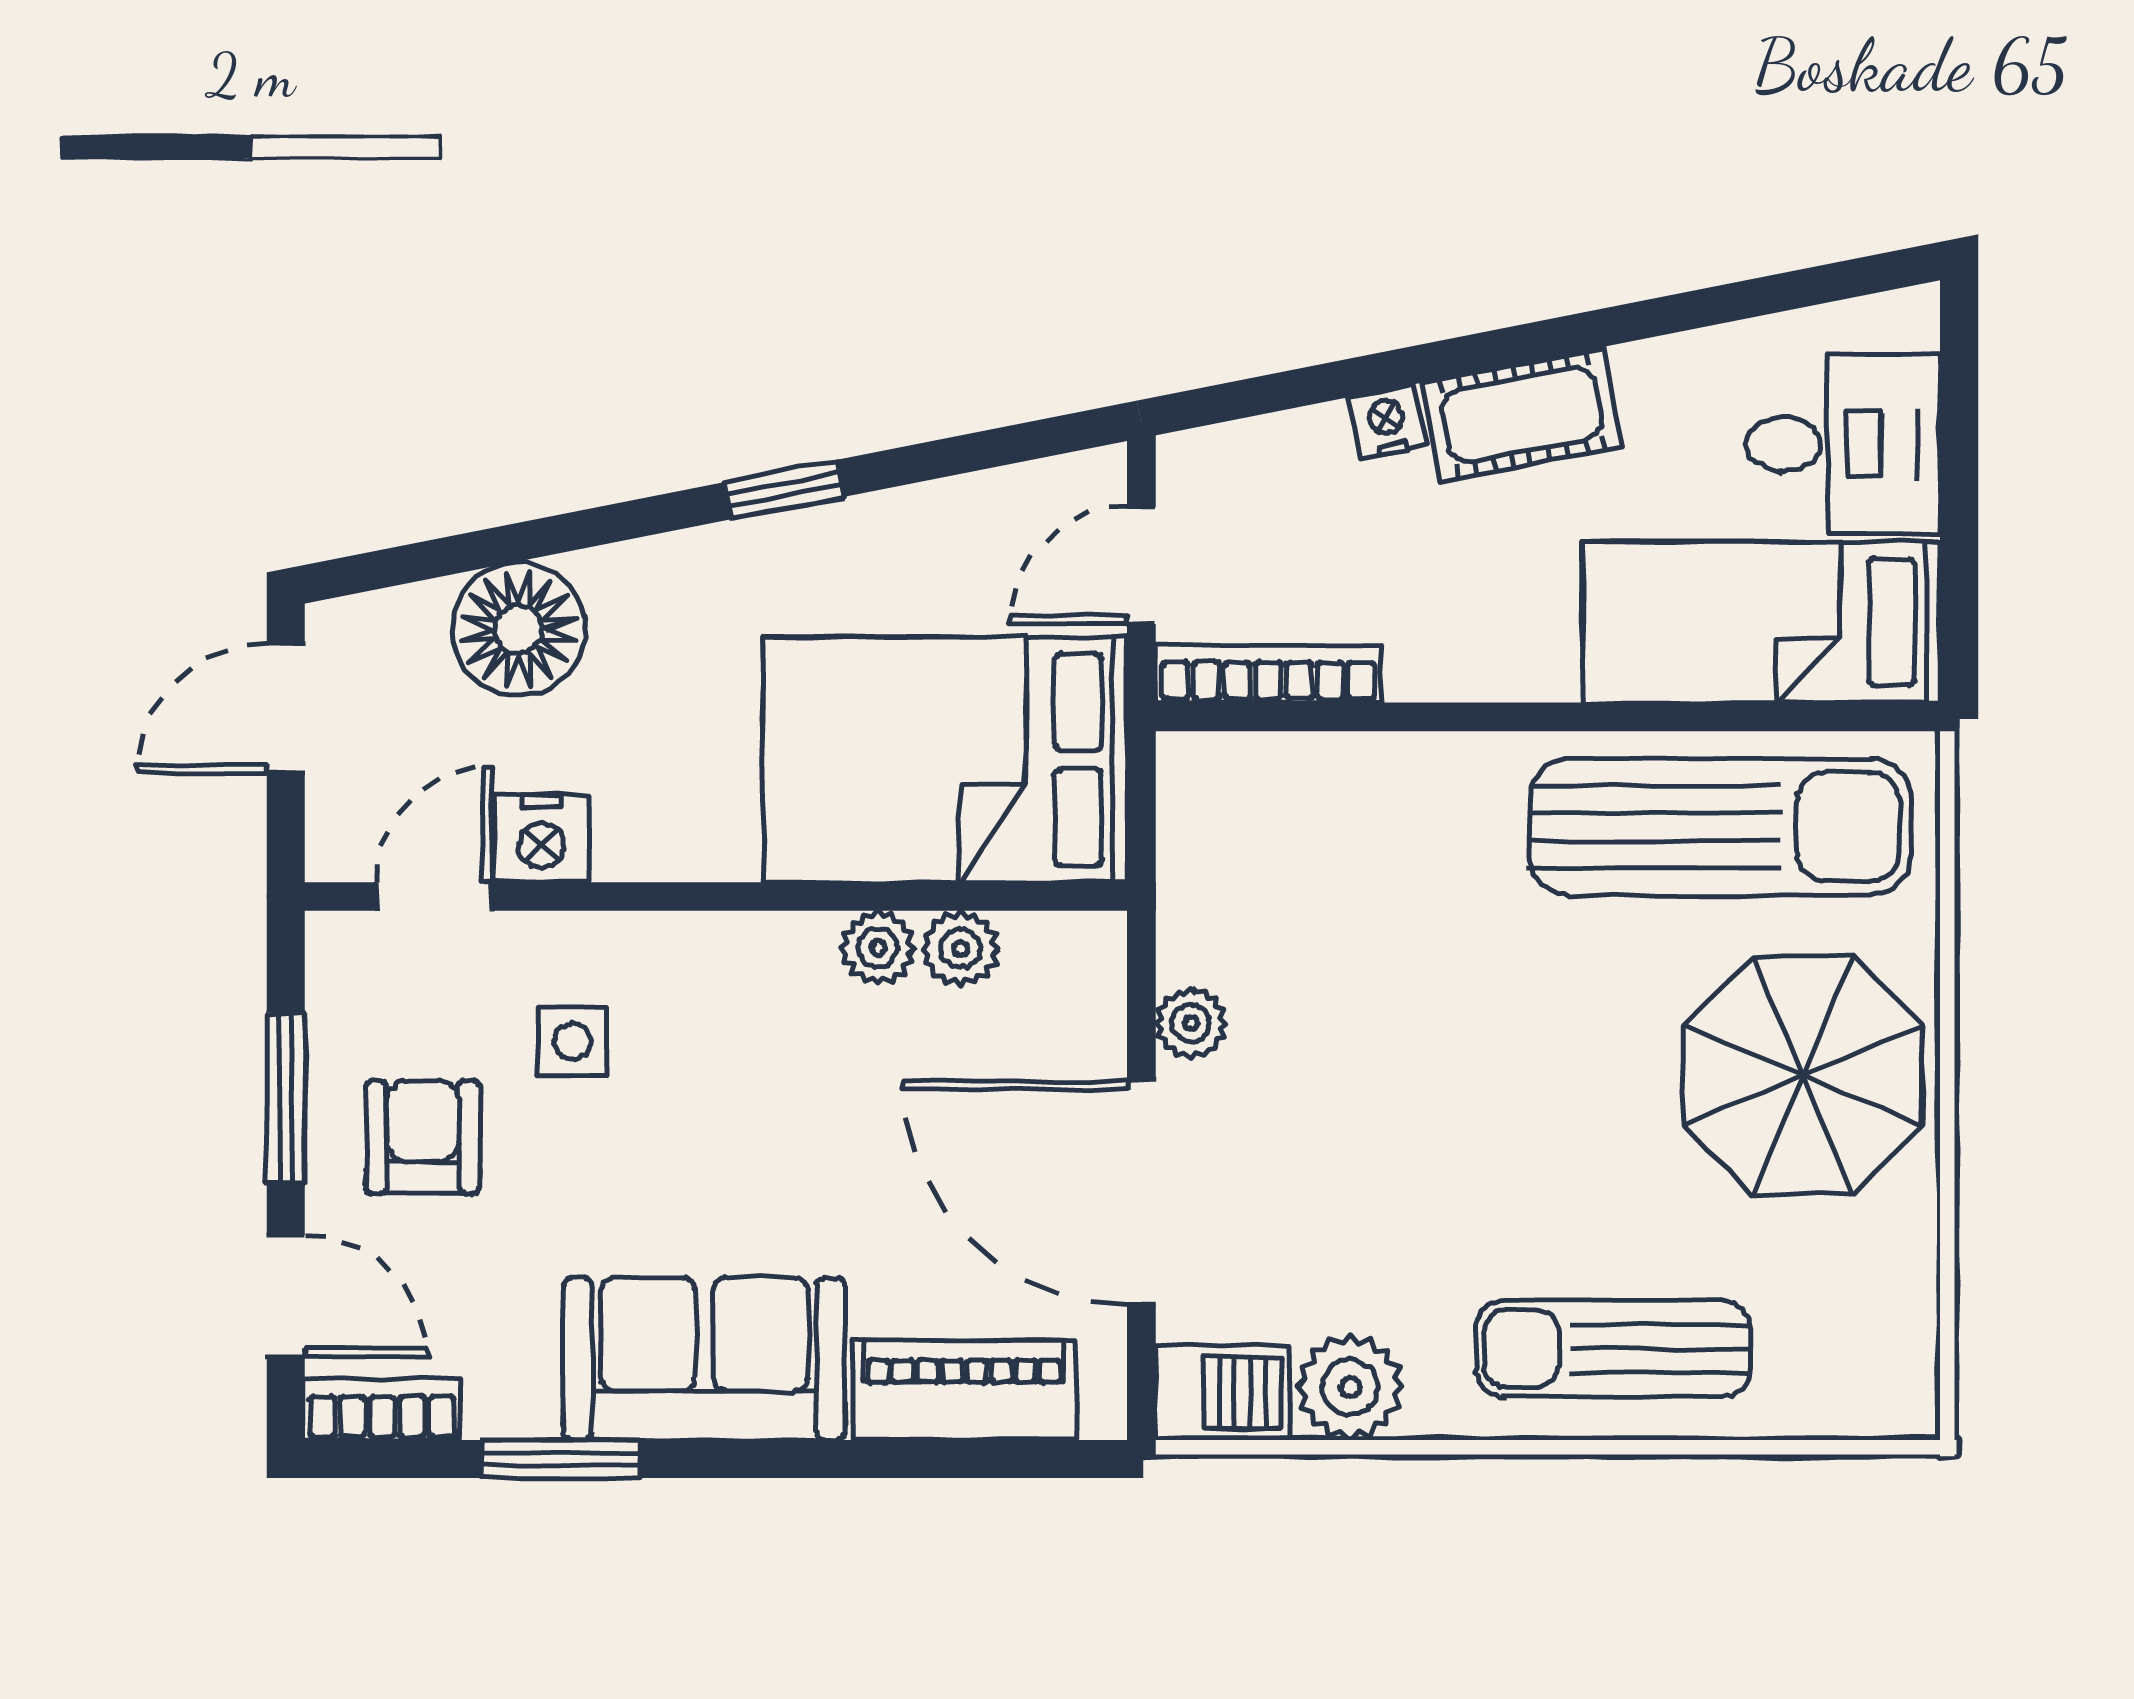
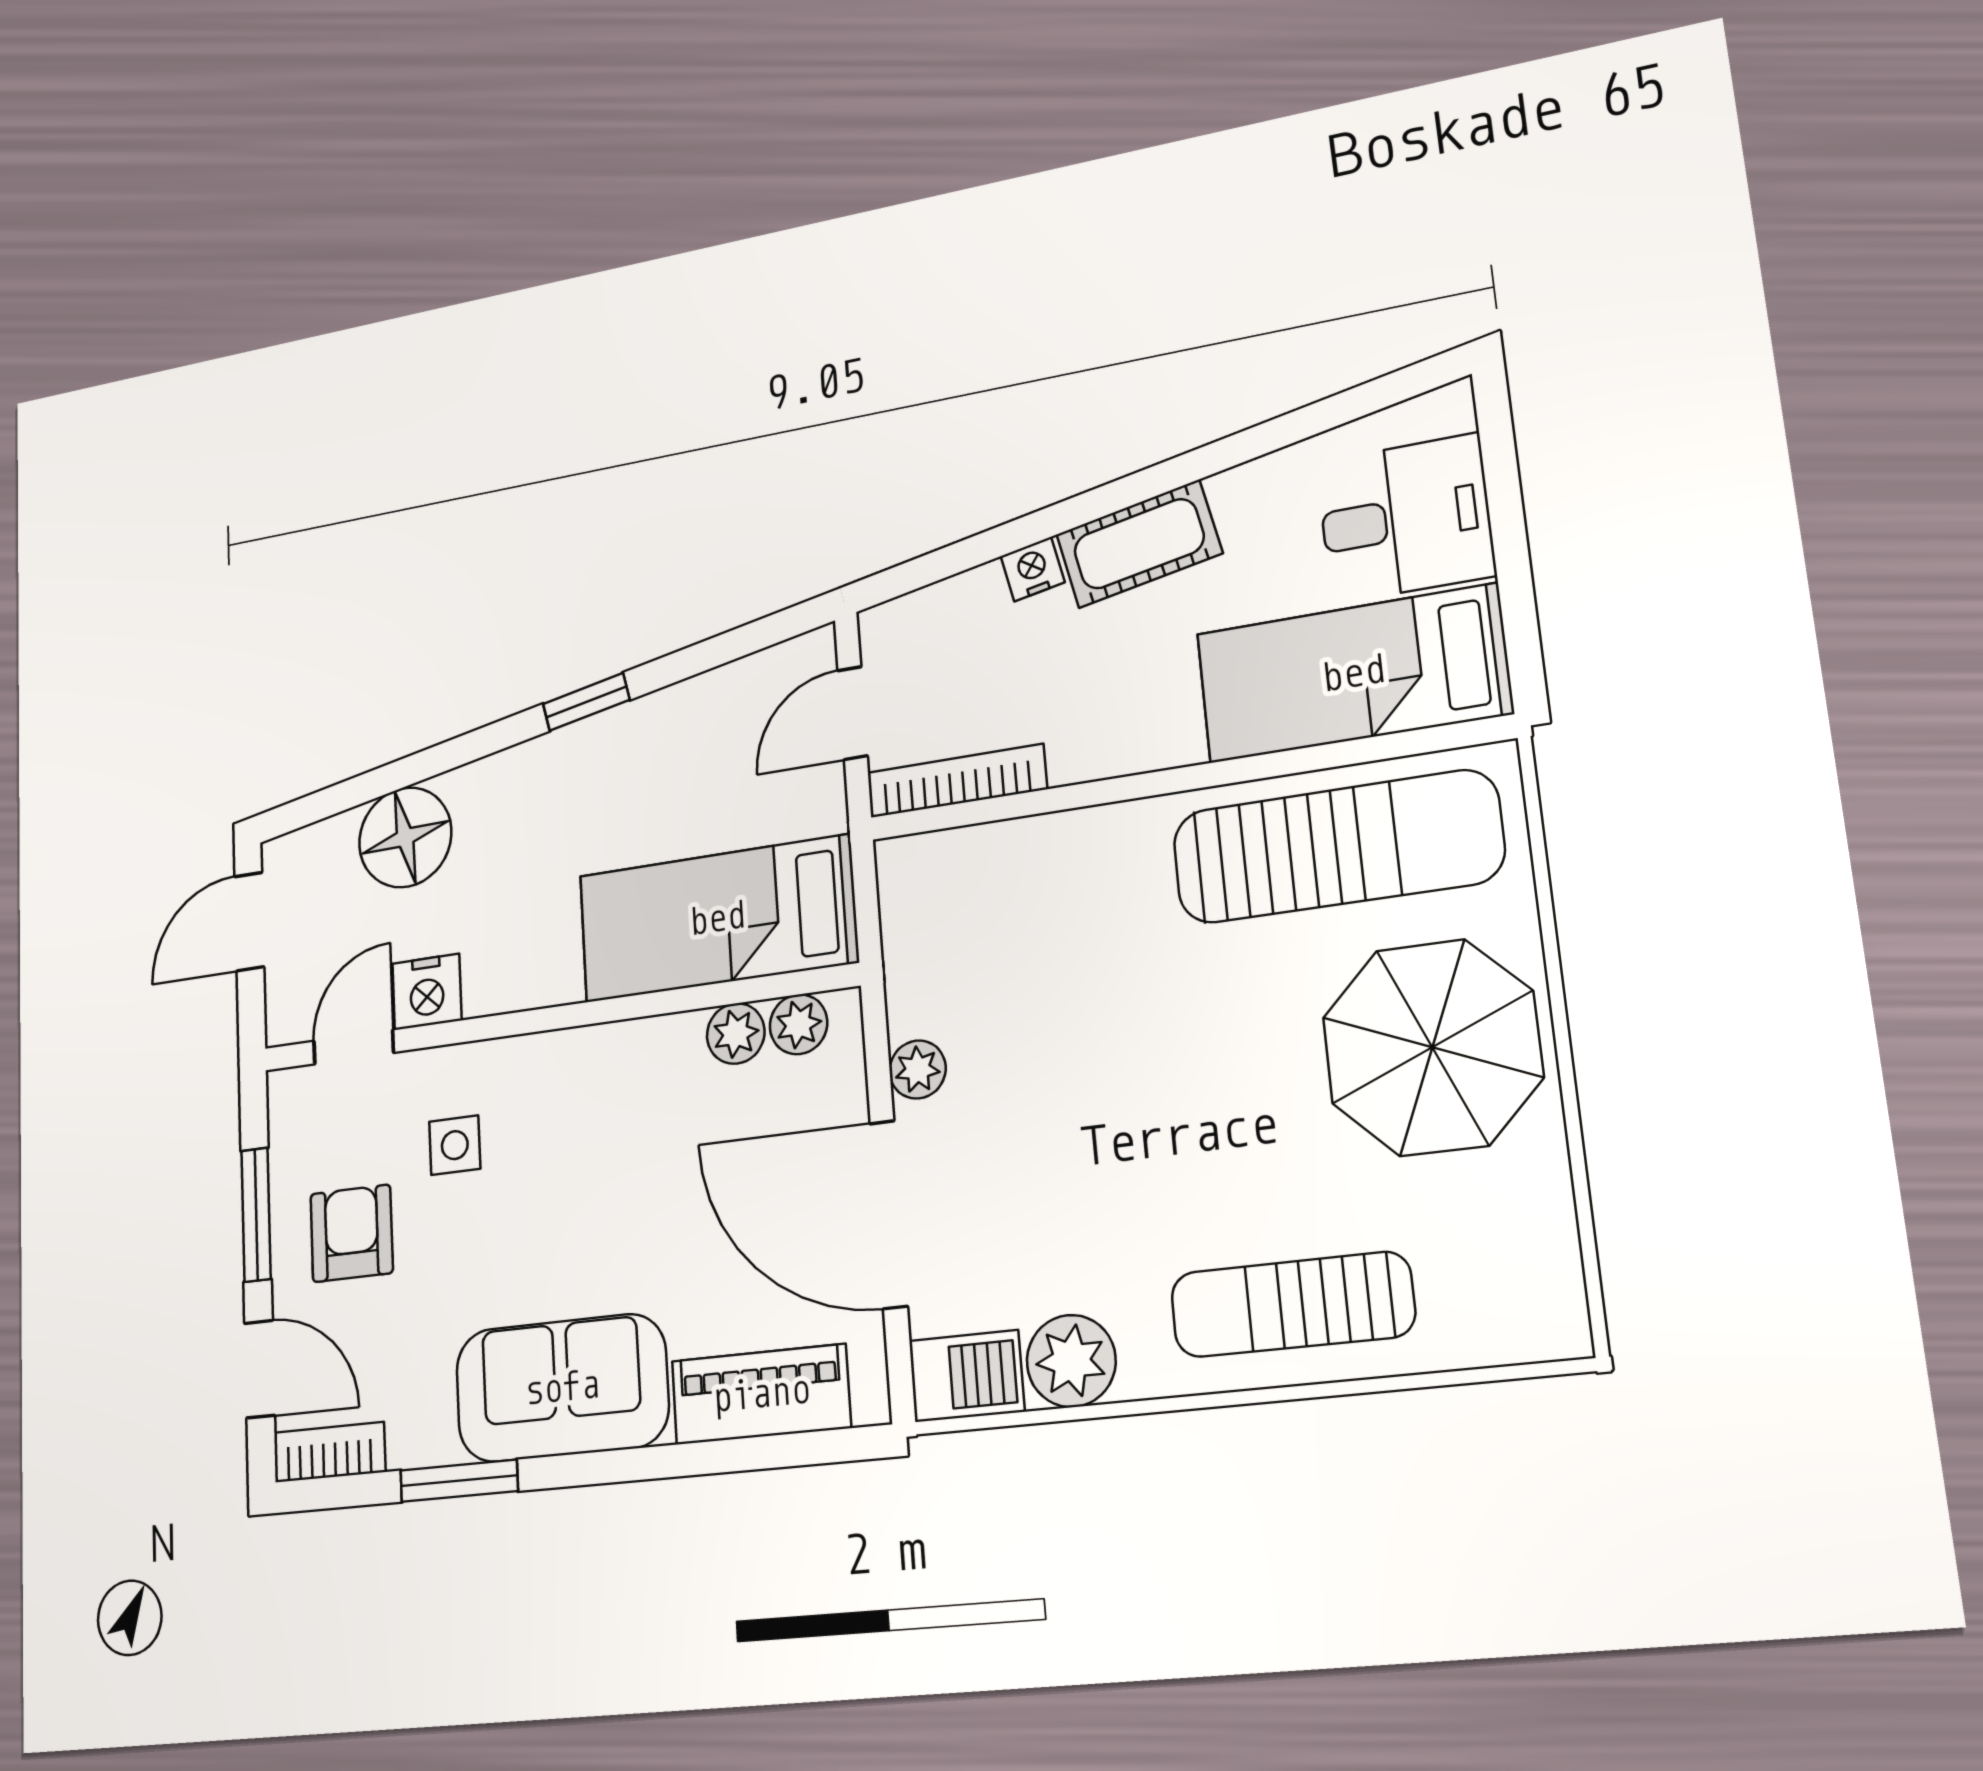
bed: (945, 760) -> (717, 919), width x0.67
plant: (878, 948) -> (798, 1024), moved

